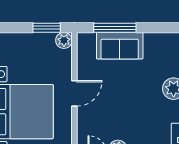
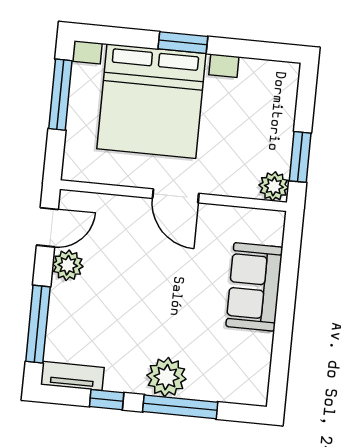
window: (115, 28) -> (288, 281), removed

